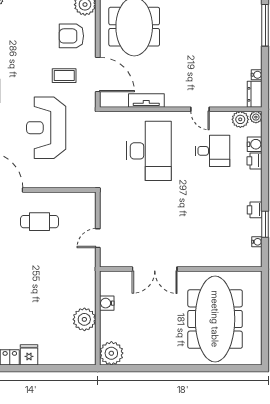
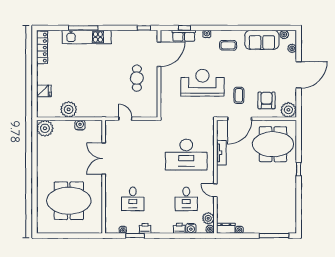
door: (200, 109) -> (215, 190), hinge flipped
desk: (212, 227) -> (133, 199), added
meeting table: (215, 319) -> (69, 201), width x0.73
fridge: (29, 355) -> (44, 91), moved

